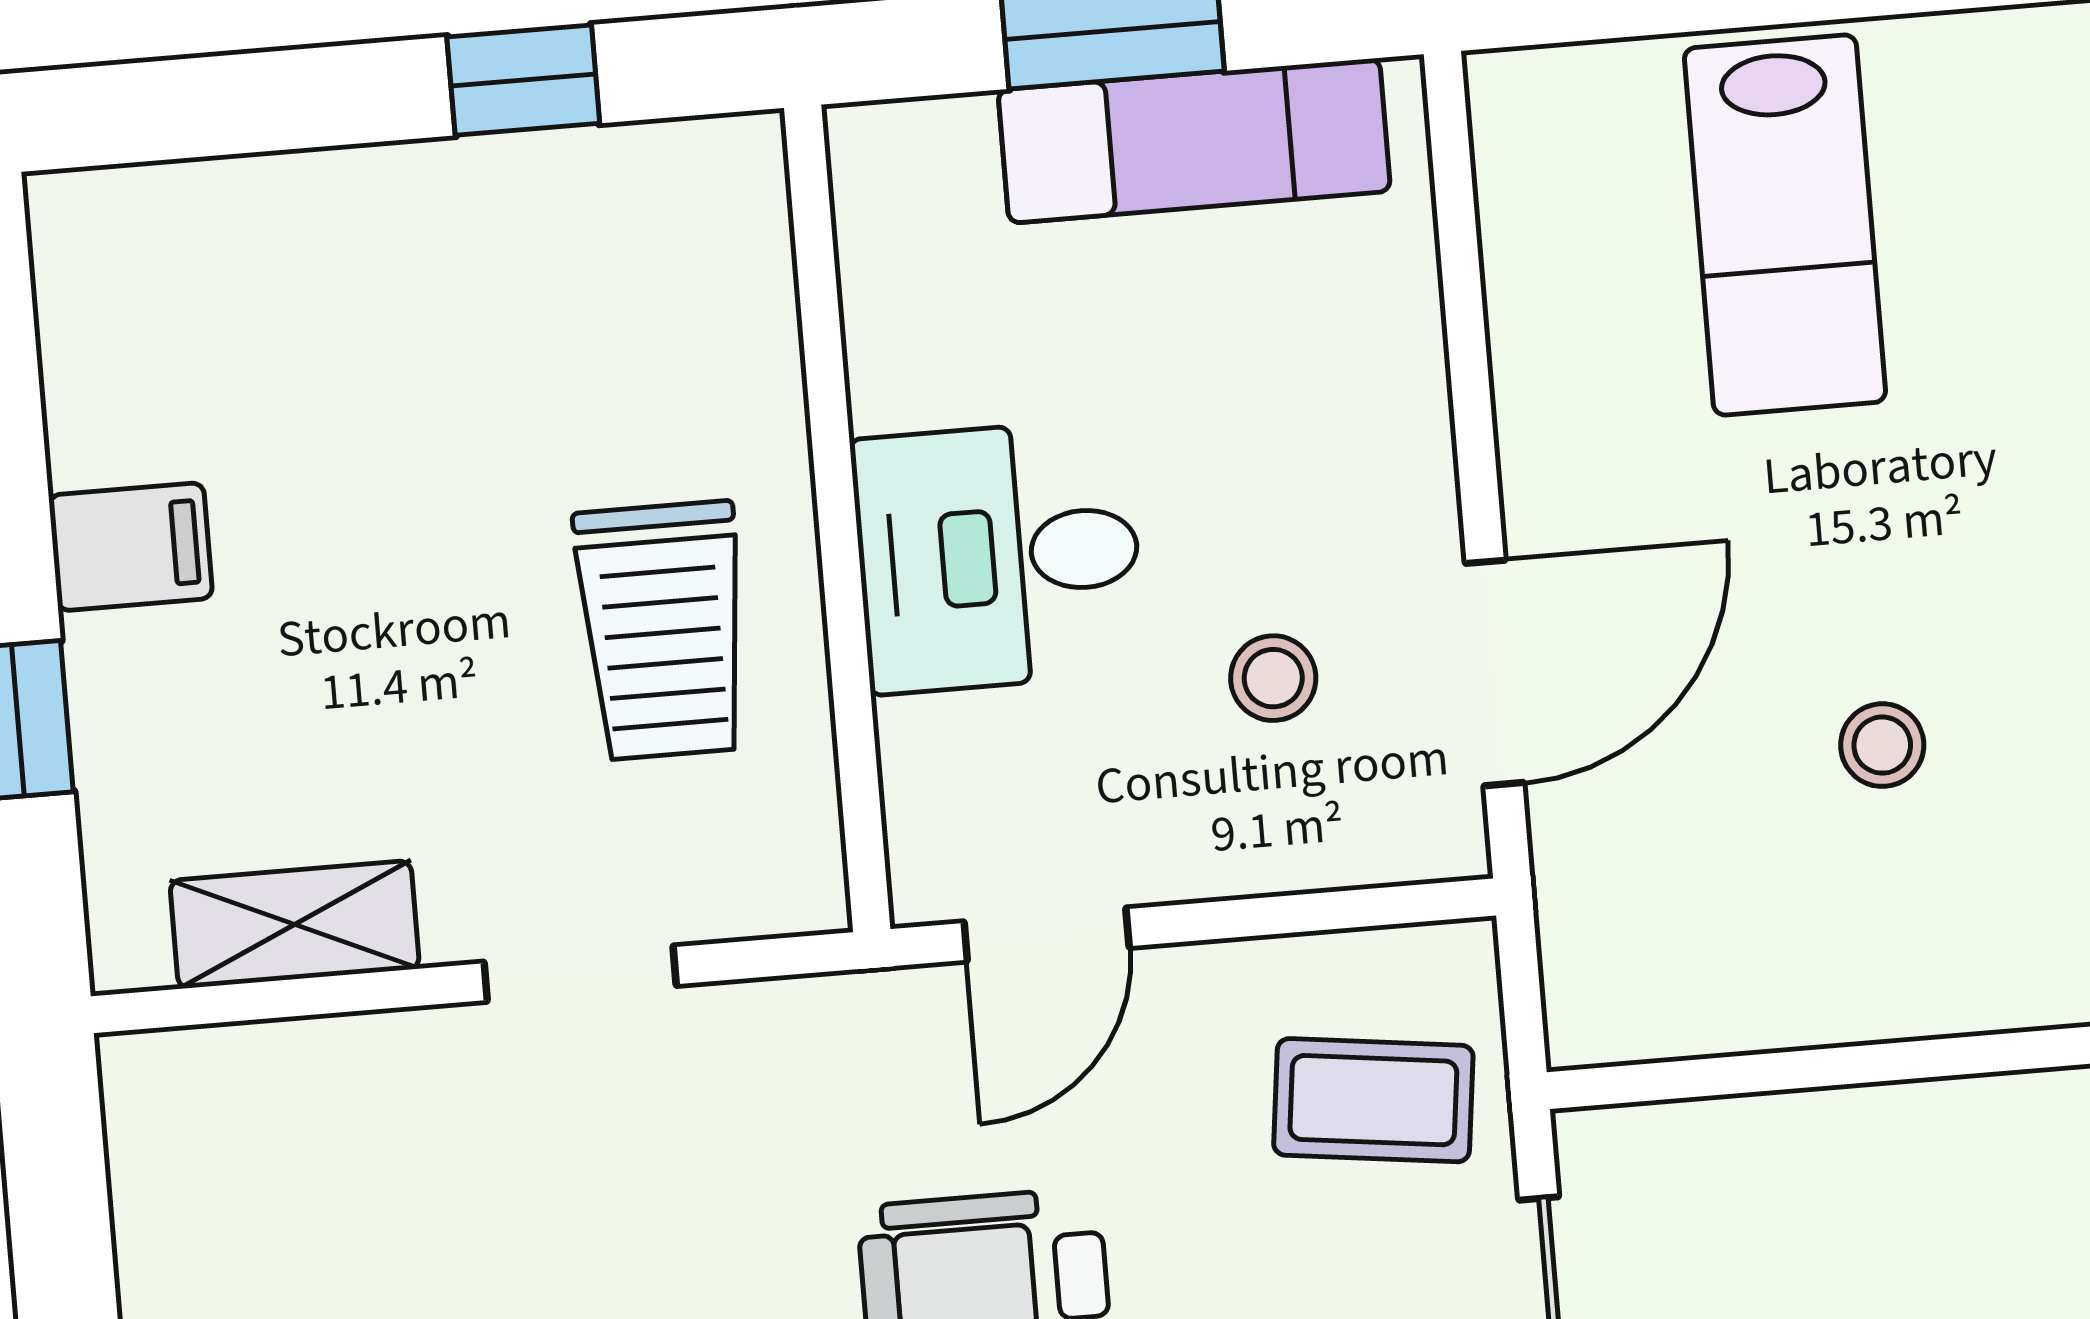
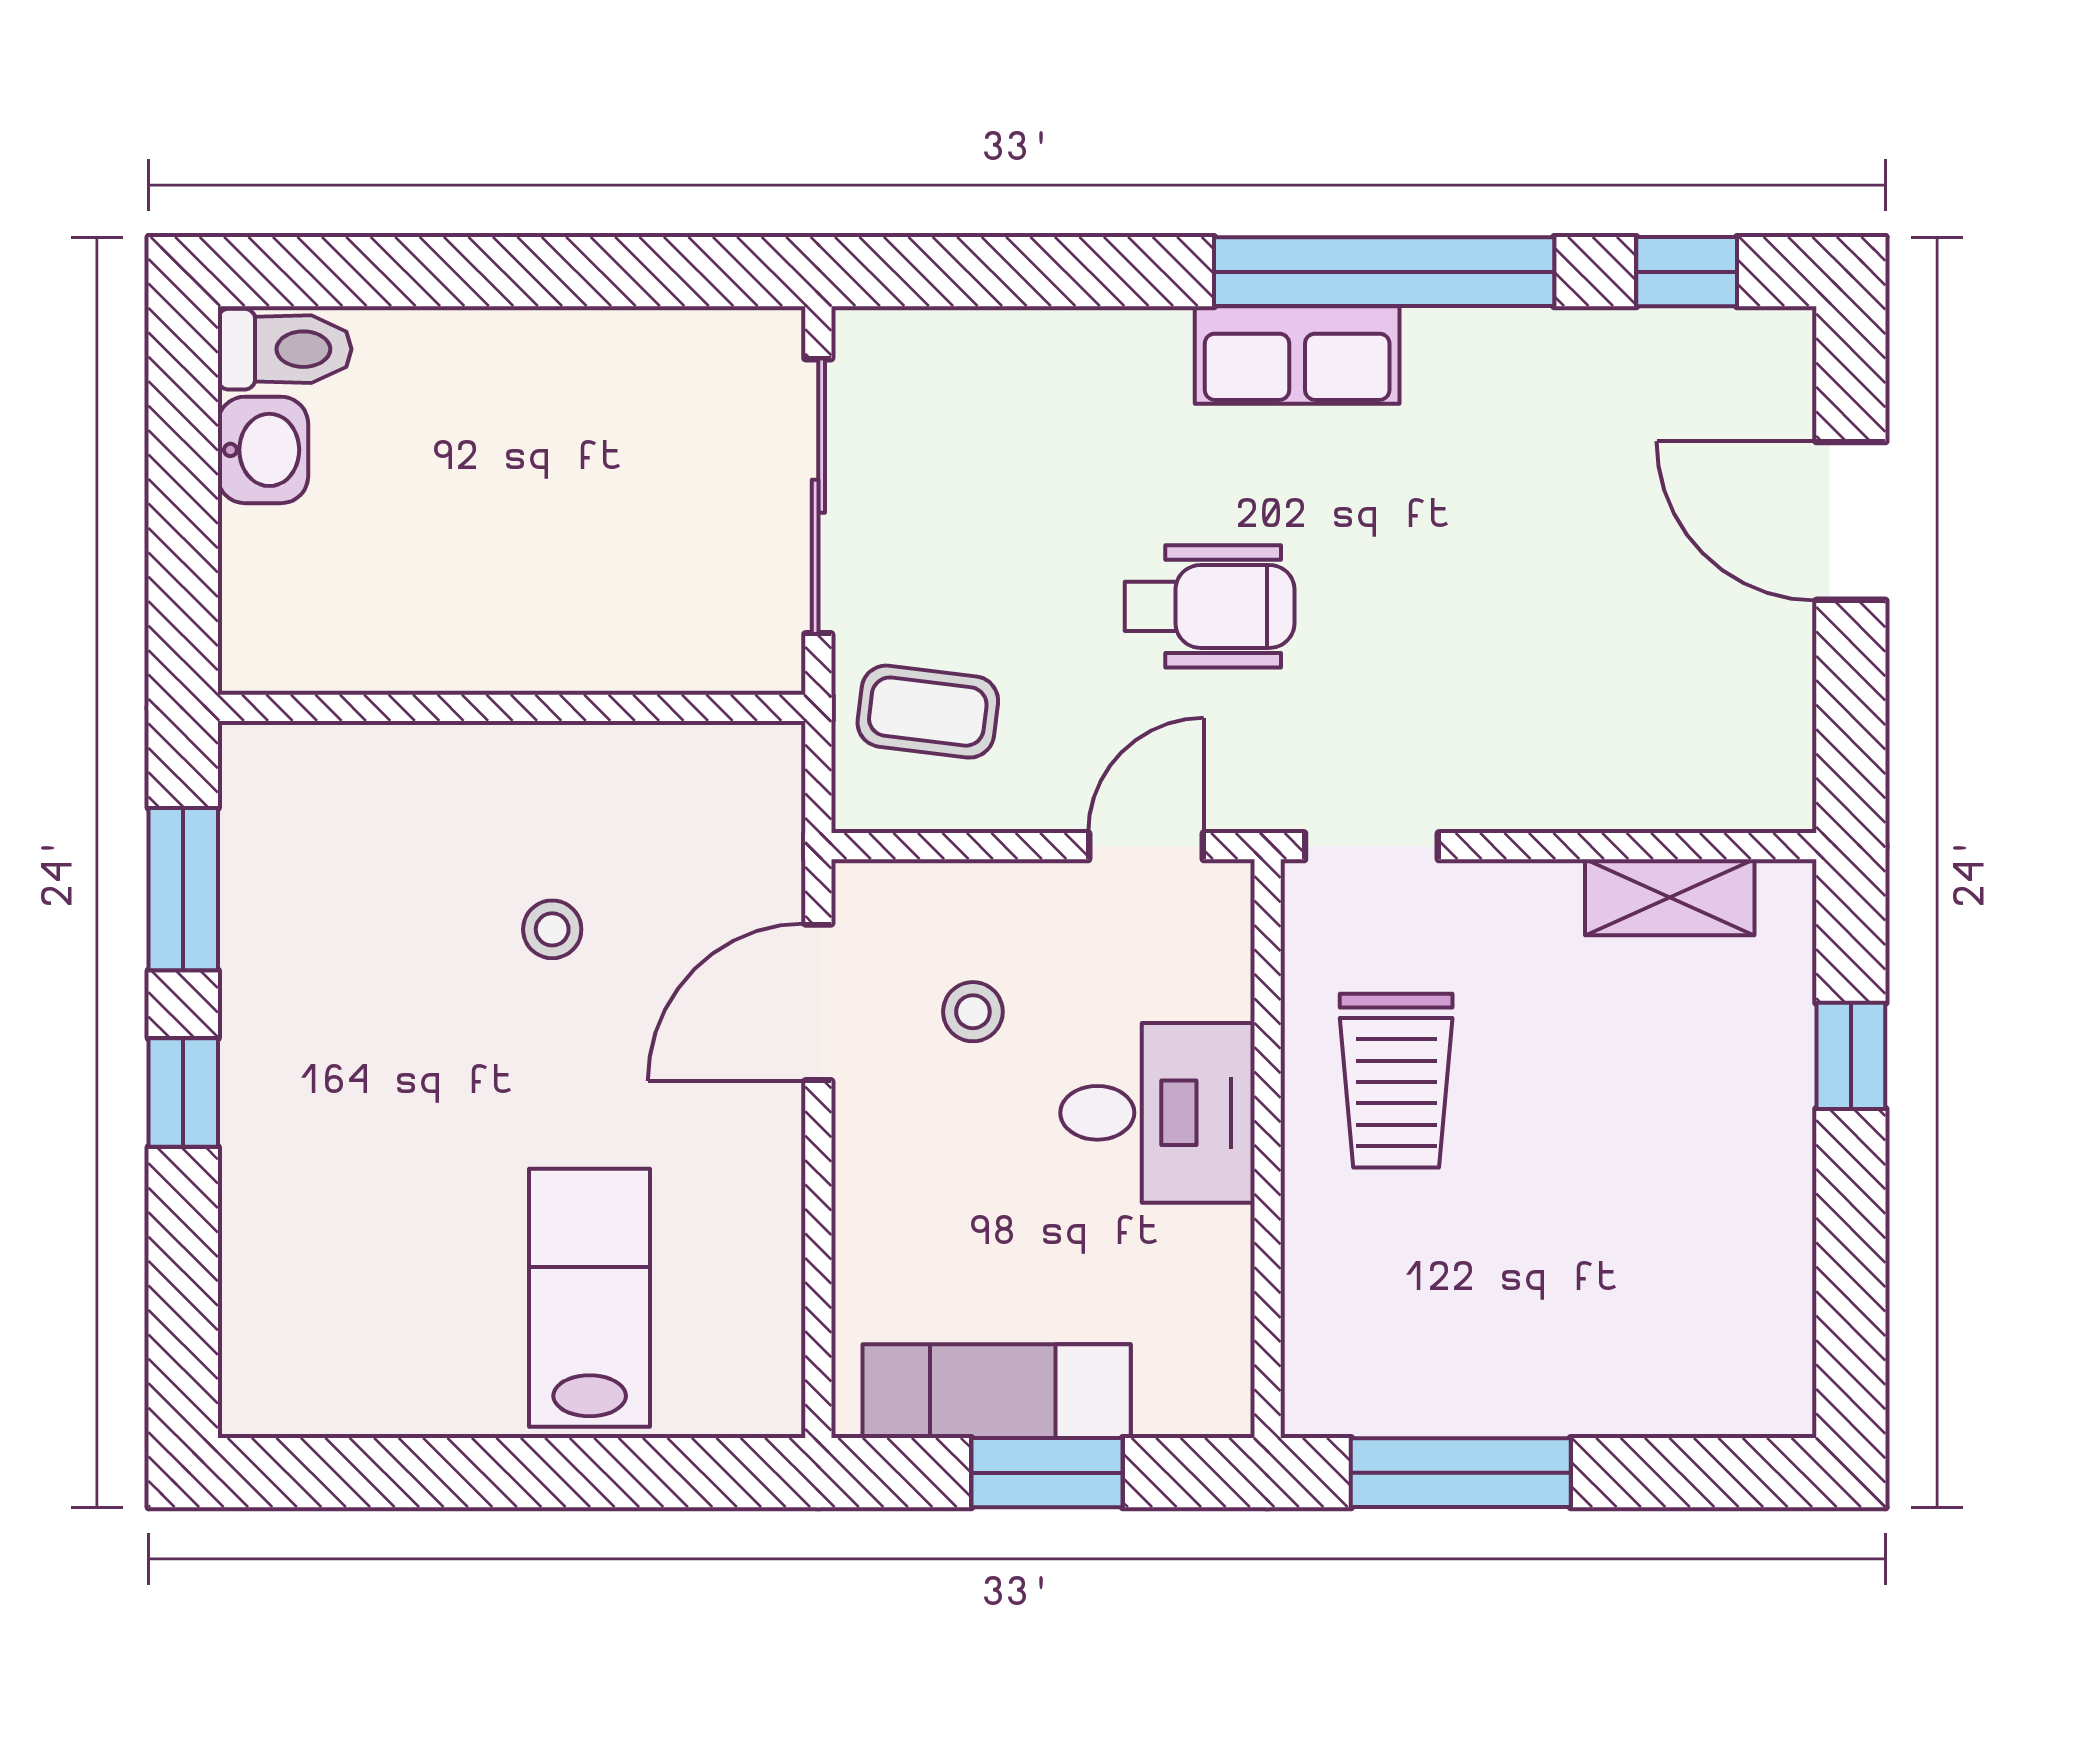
window: (523, 80) -> (1461, 1473), width x2.17
filing cabinet: (131, 547) -> (1762, 1170), removed
trolley: (662, 631) -> (1396, 1081), turned 180
doorway: (580, 974) -> (1371, 846), moved

